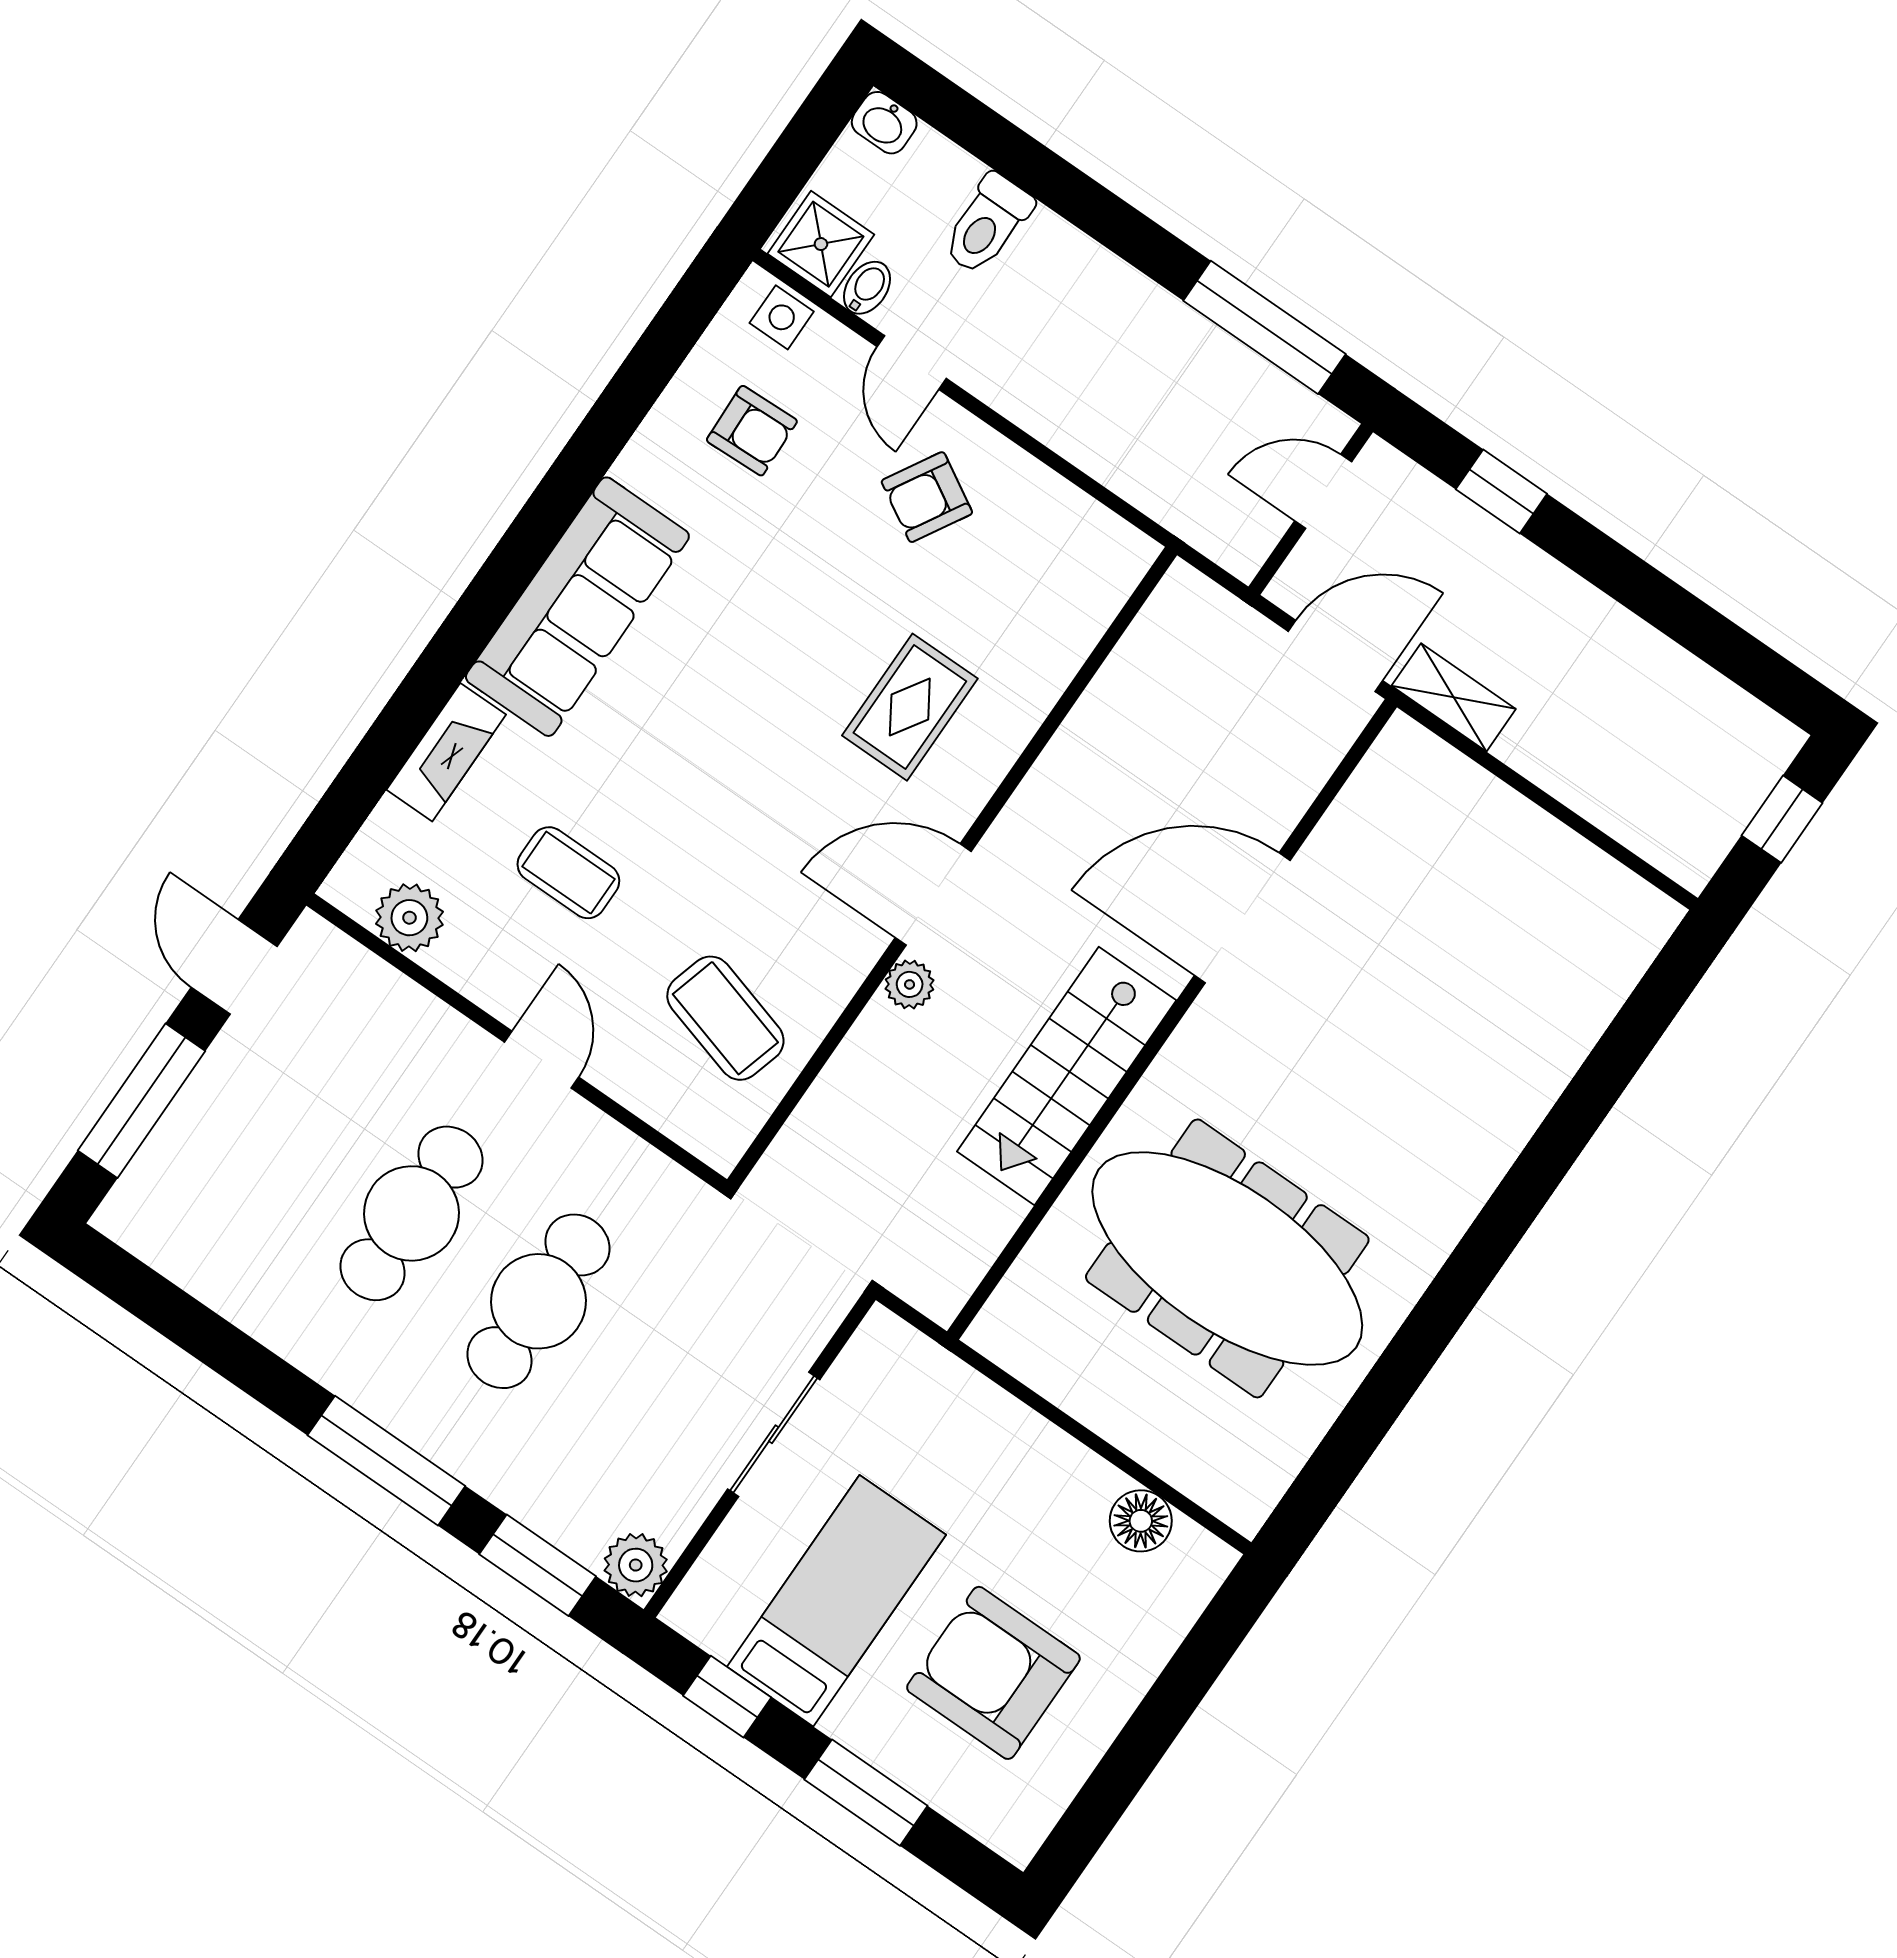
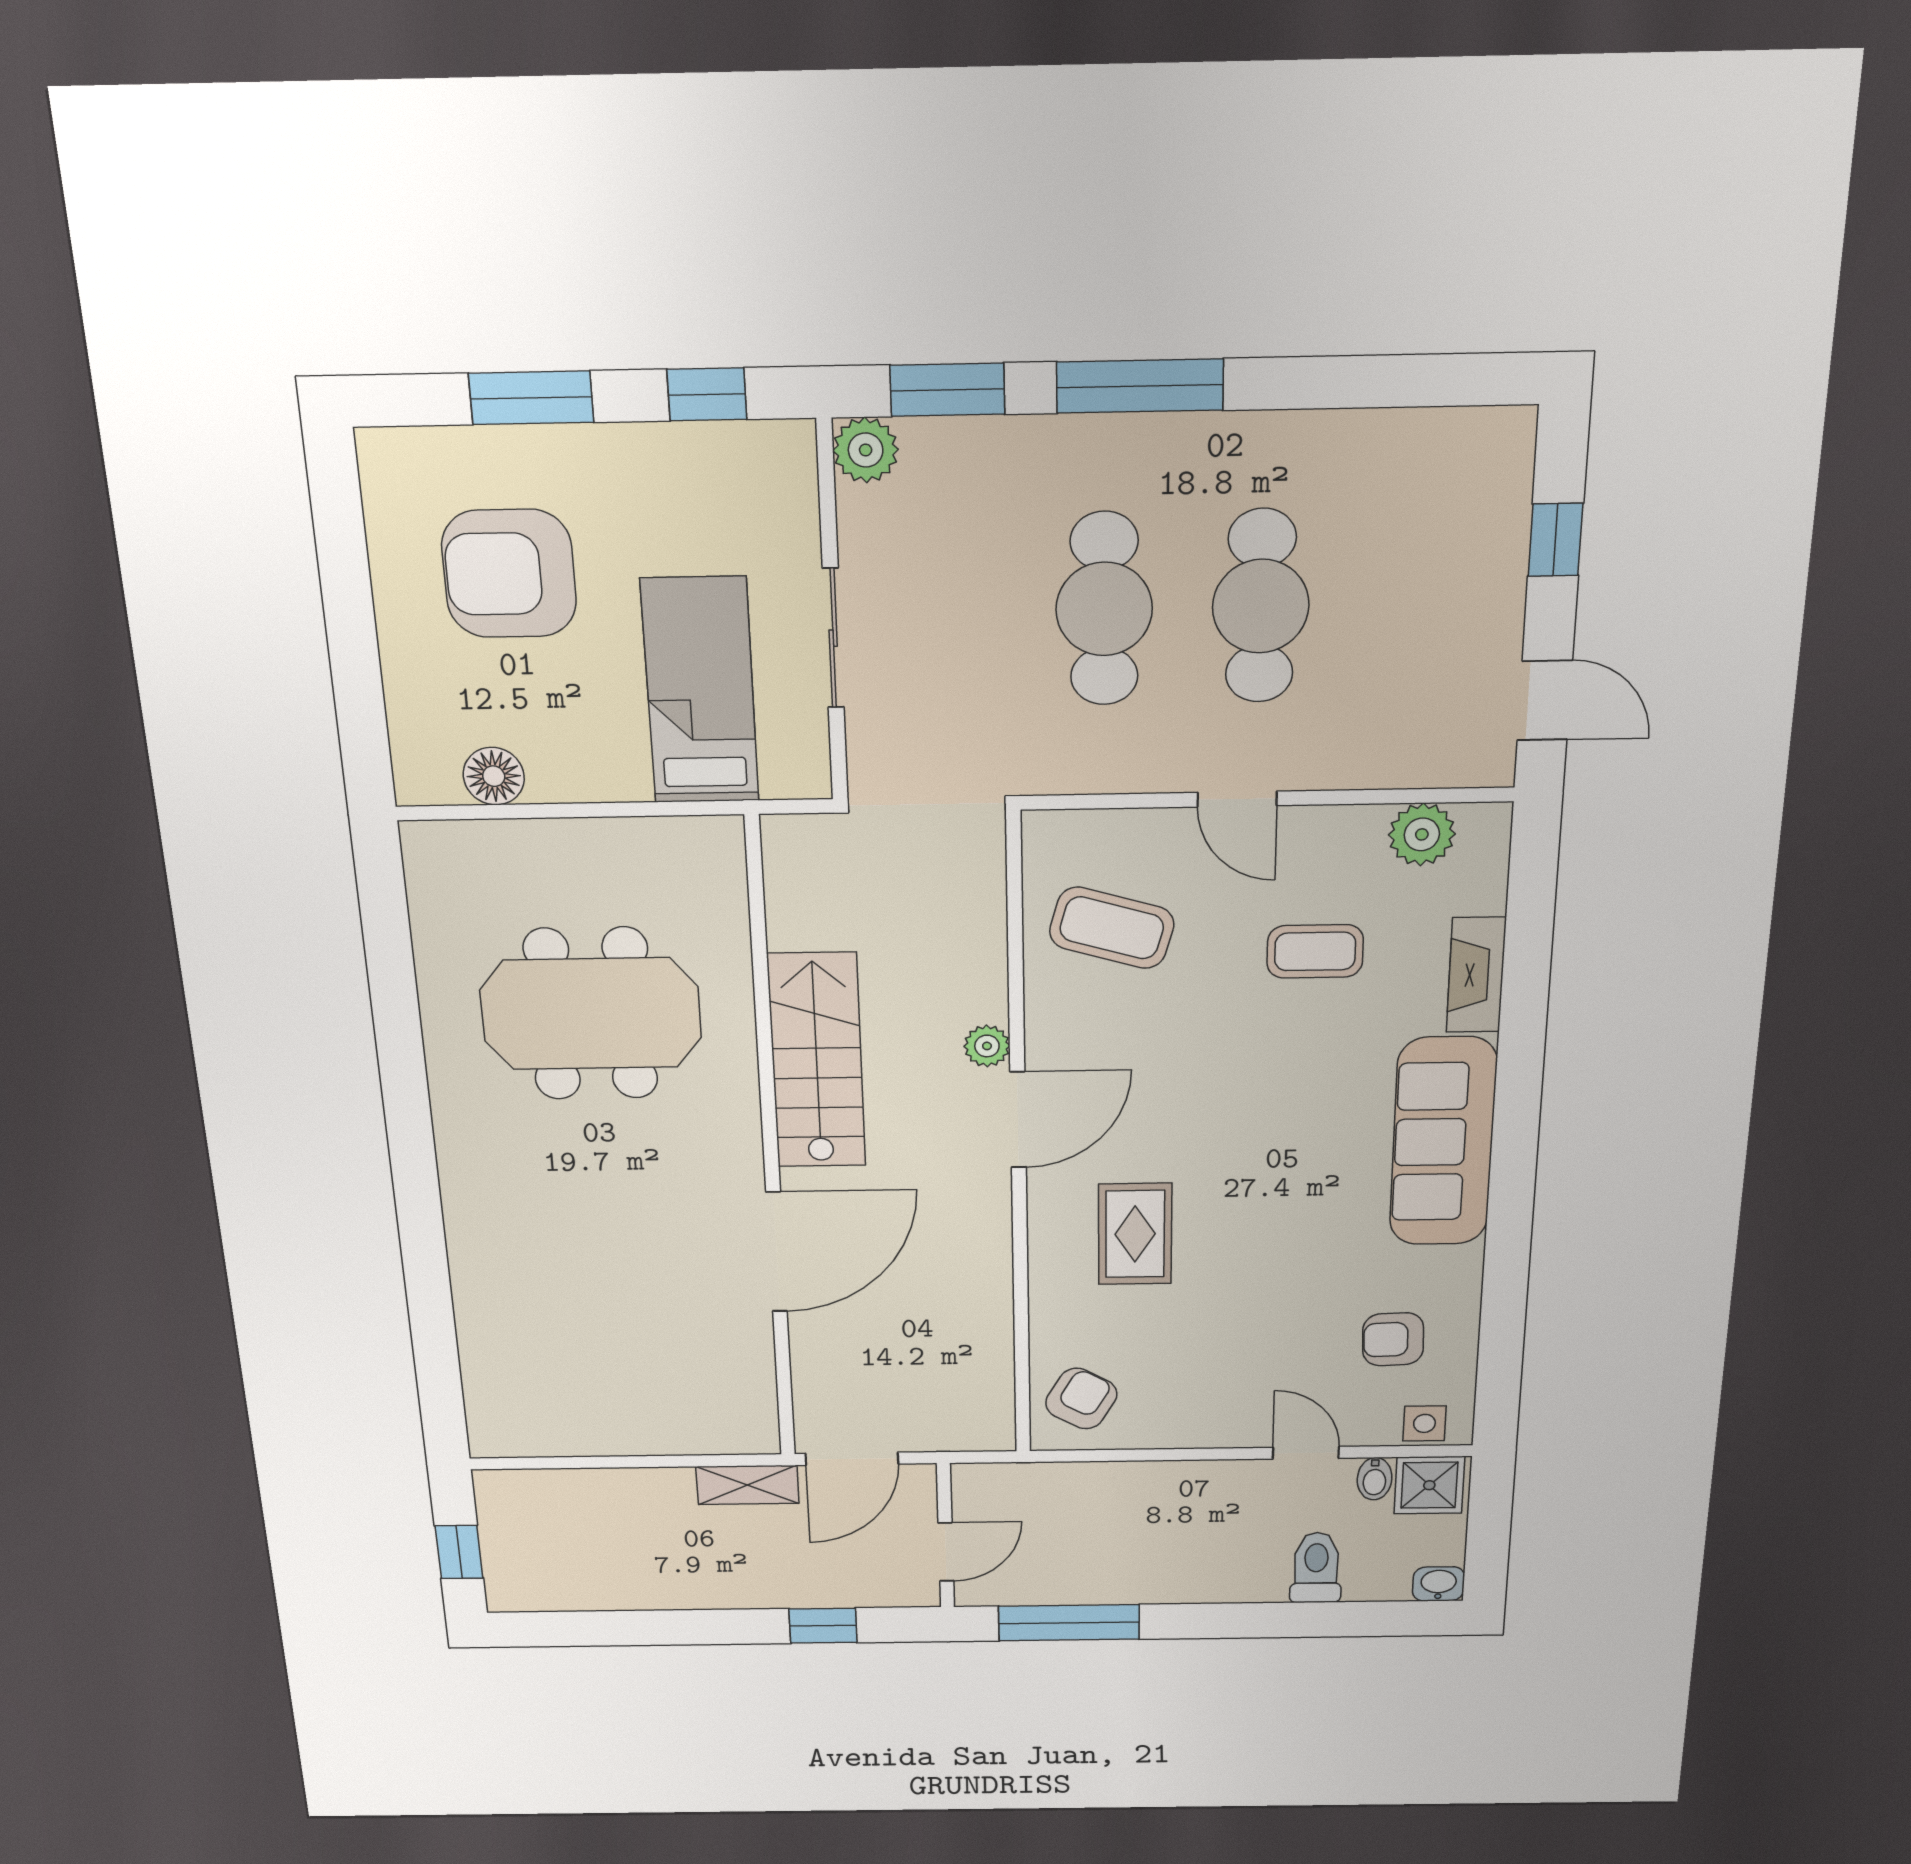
armchair: (927, 497) -> (1081, 1399), moved
window: (142, 1101) -> (1555, 540), width x0.46
meeting table: (1227, 1258) -> (591, 1014), width x0.73
bed: (836, 1601) -> (700, 691), moved, turned 180
armchair: (993, 1673) -> (509, 574), turned 180

